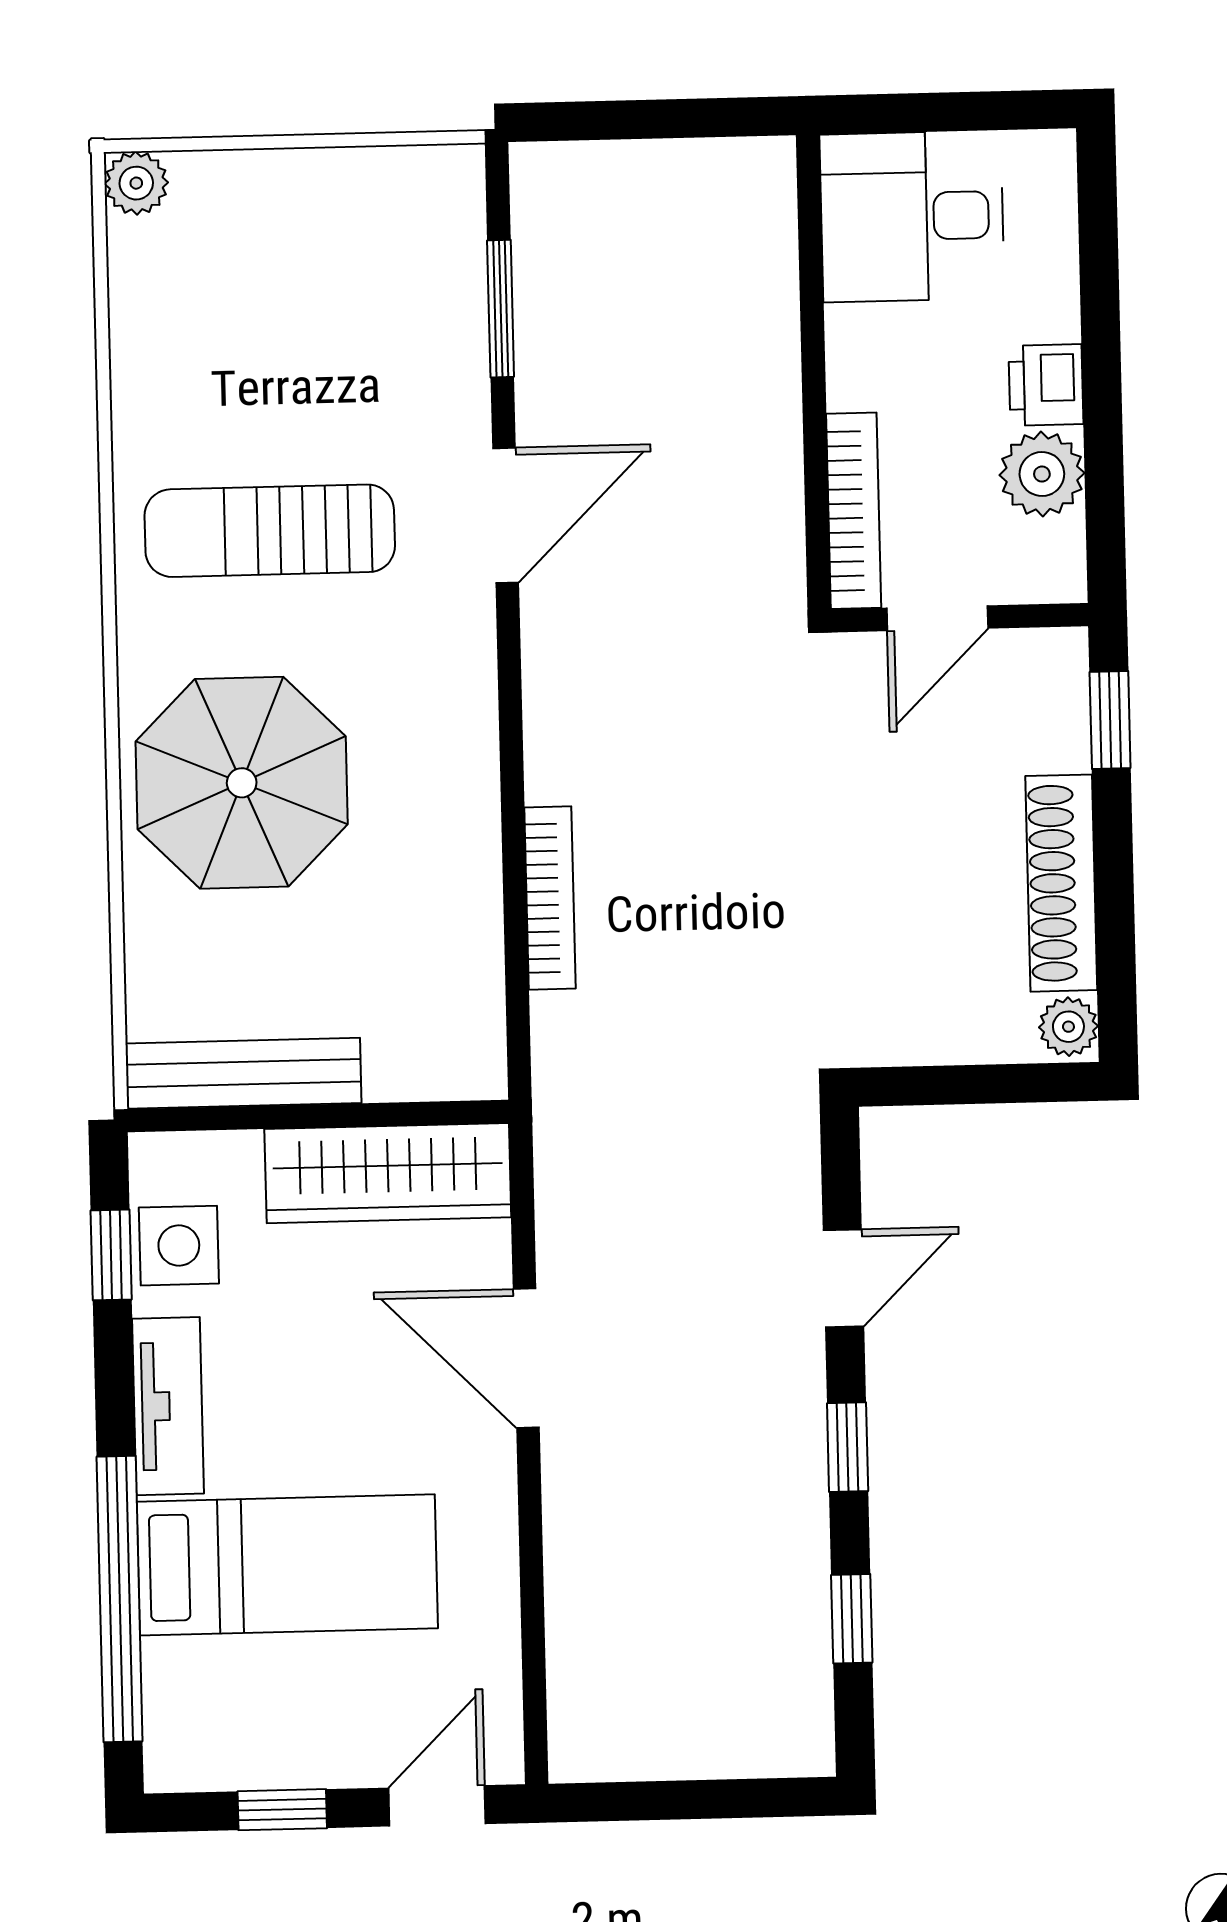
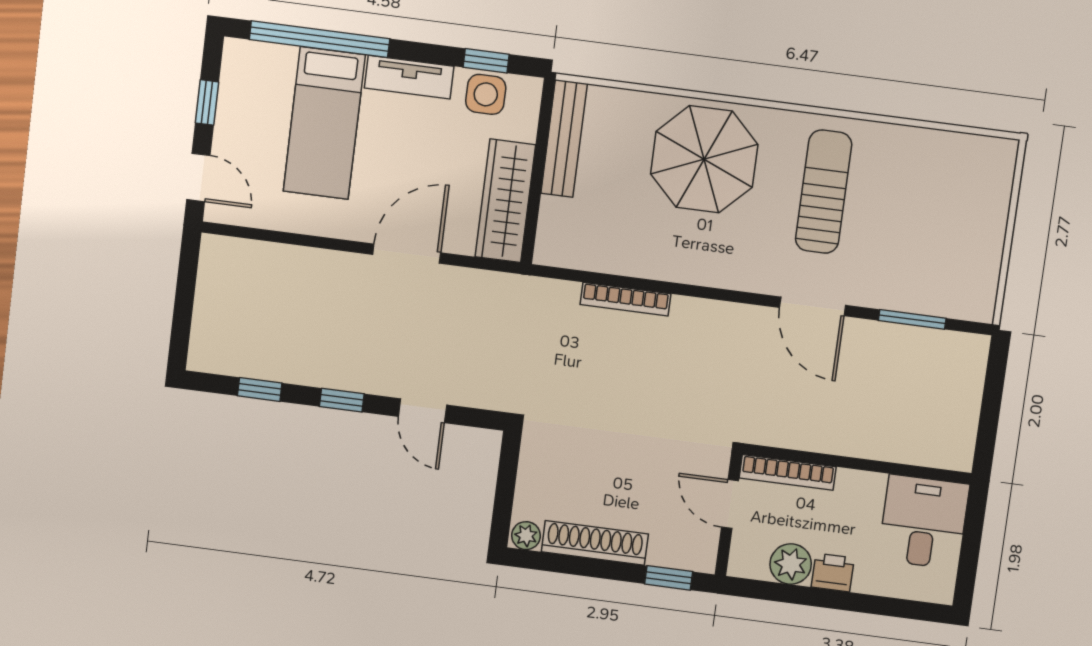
plant: (136, 183) -> (1002, 153), removed

